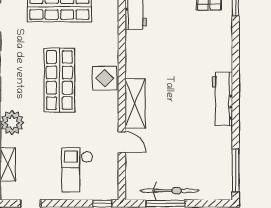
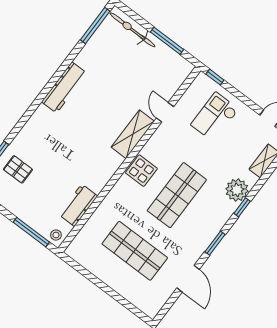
checkout: (77, 170) -> (215, 117), turned 180
bicycle: (170, 191) -> (132, 30), moved

